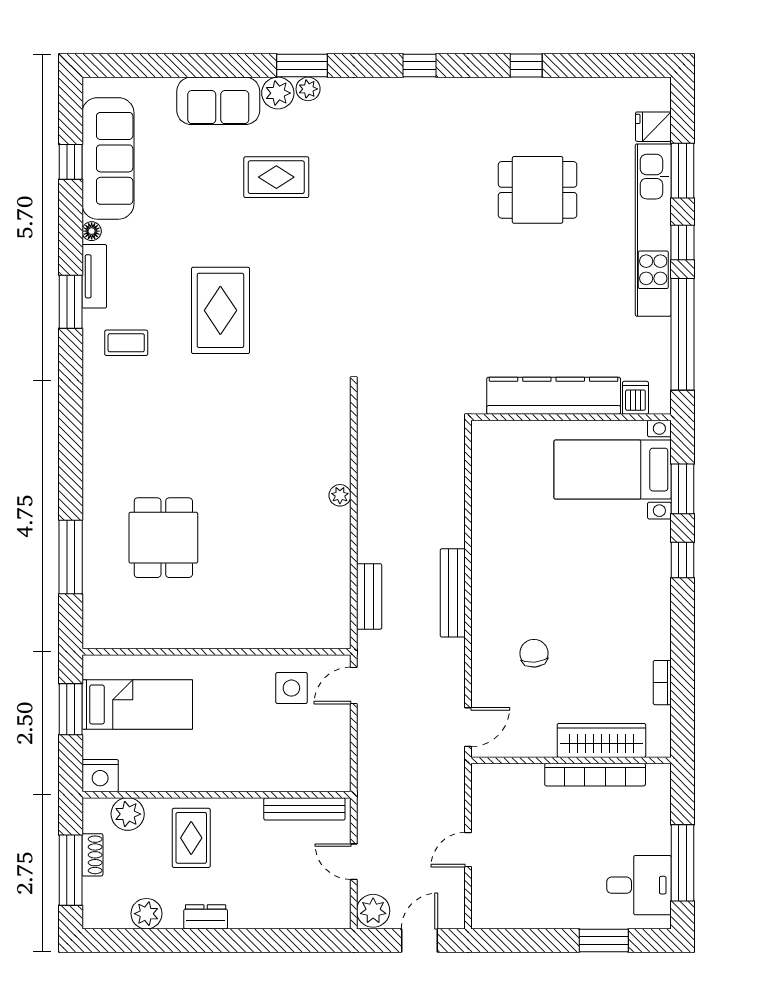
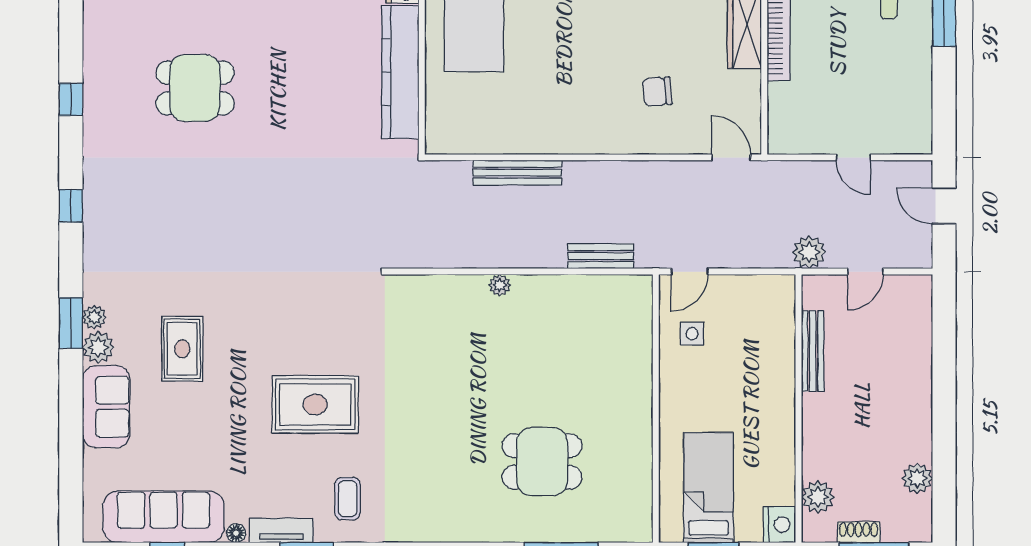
dining table: (538, 190) -> (195, 88), turned 90
bench: (453, 593) -> (517, 173), moved
door: (354, 686) -> (690, 272), hinge flipped
side table: (291, 688) -> (692, 334), width x0.73, depth x0.73
bench: (304, 809) -> (813, 351), moved
rug: (191, 838) -> (842, 434), removed
plant: (373, 911) -> (809, 252), moved
dresser: (206, 917) -> (920, 419), removed

